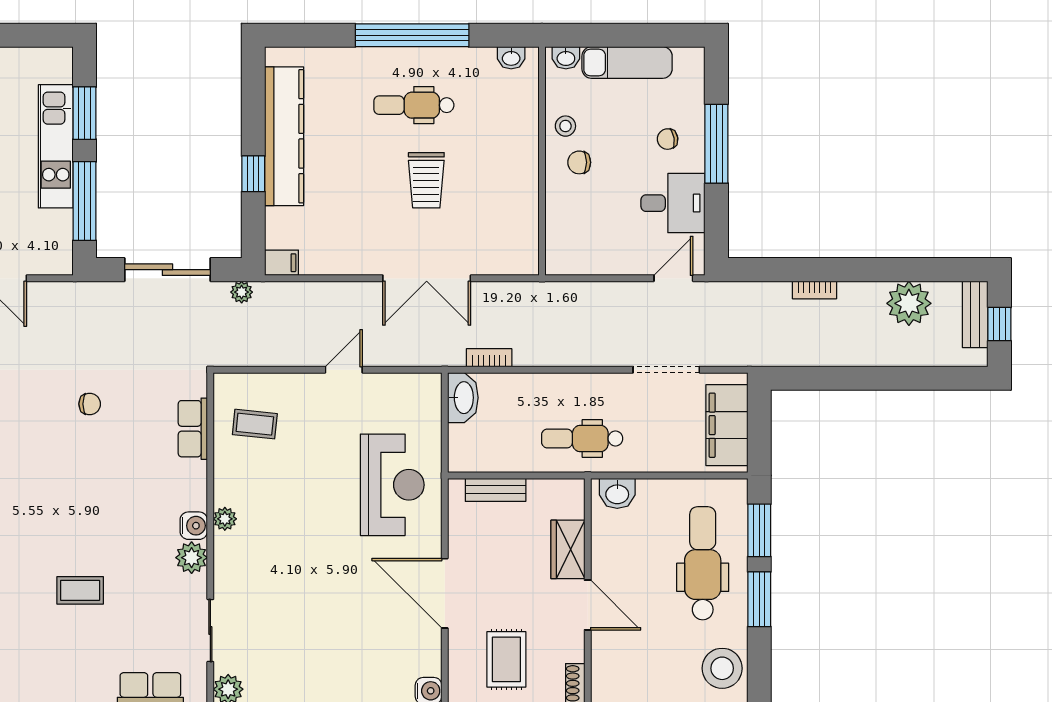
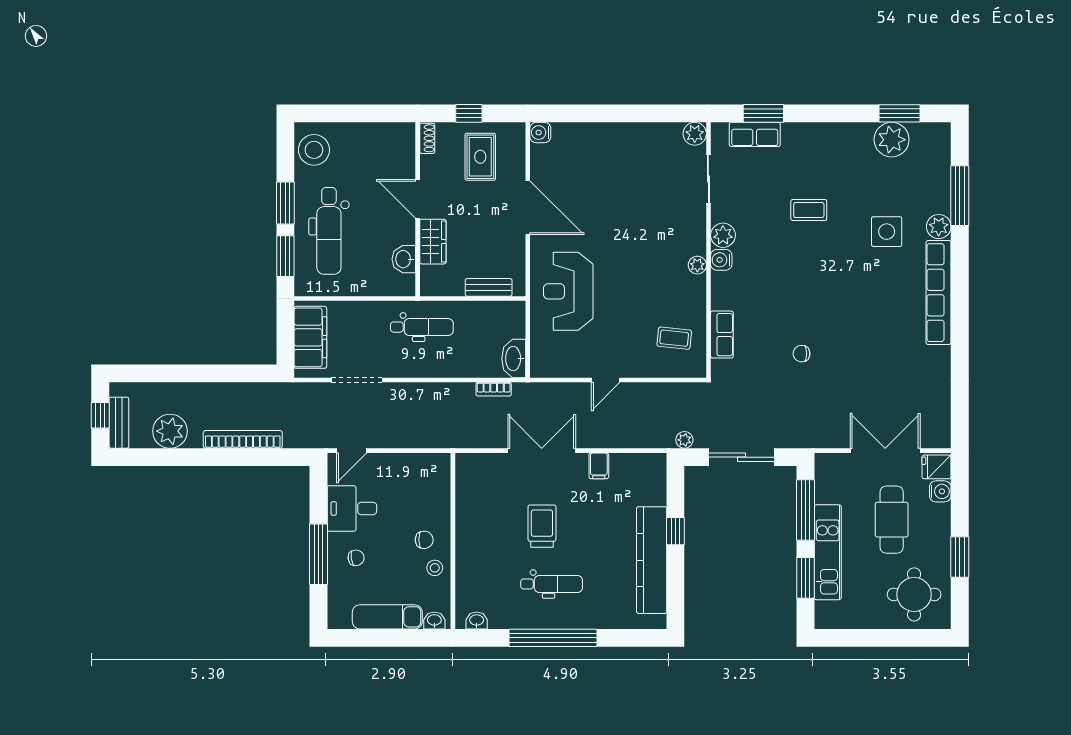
filing cabinet: (282, 263) -> (599, 466), moved, turned -90
bookcase: (815, 290) -> (243, 439), width x2.31, depth x1.31
washbasin: (617, 493) -> (404, 259), moved, turned -90

